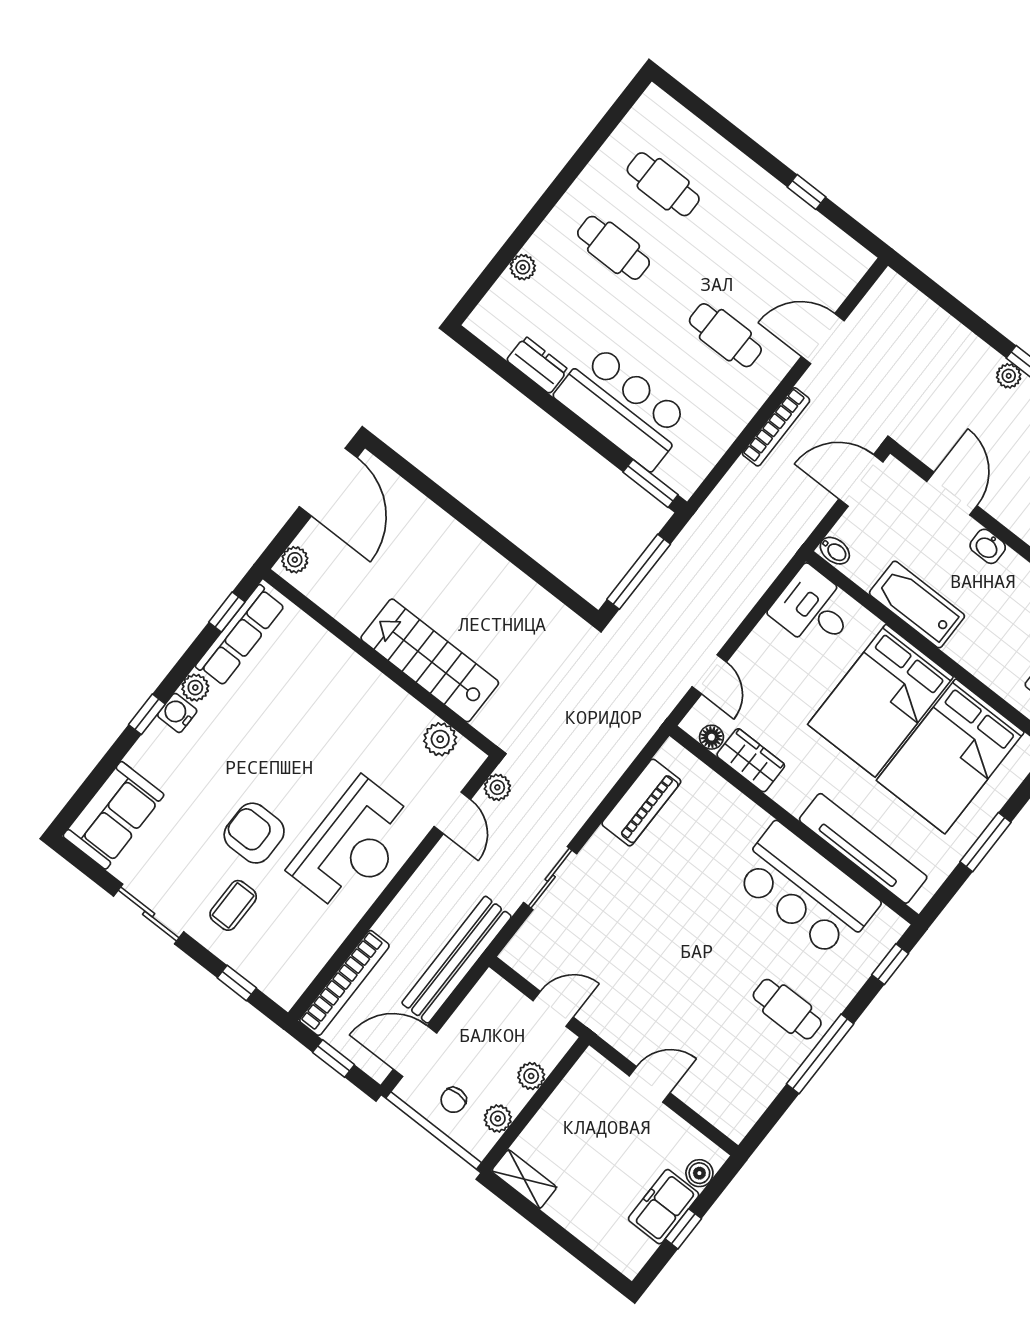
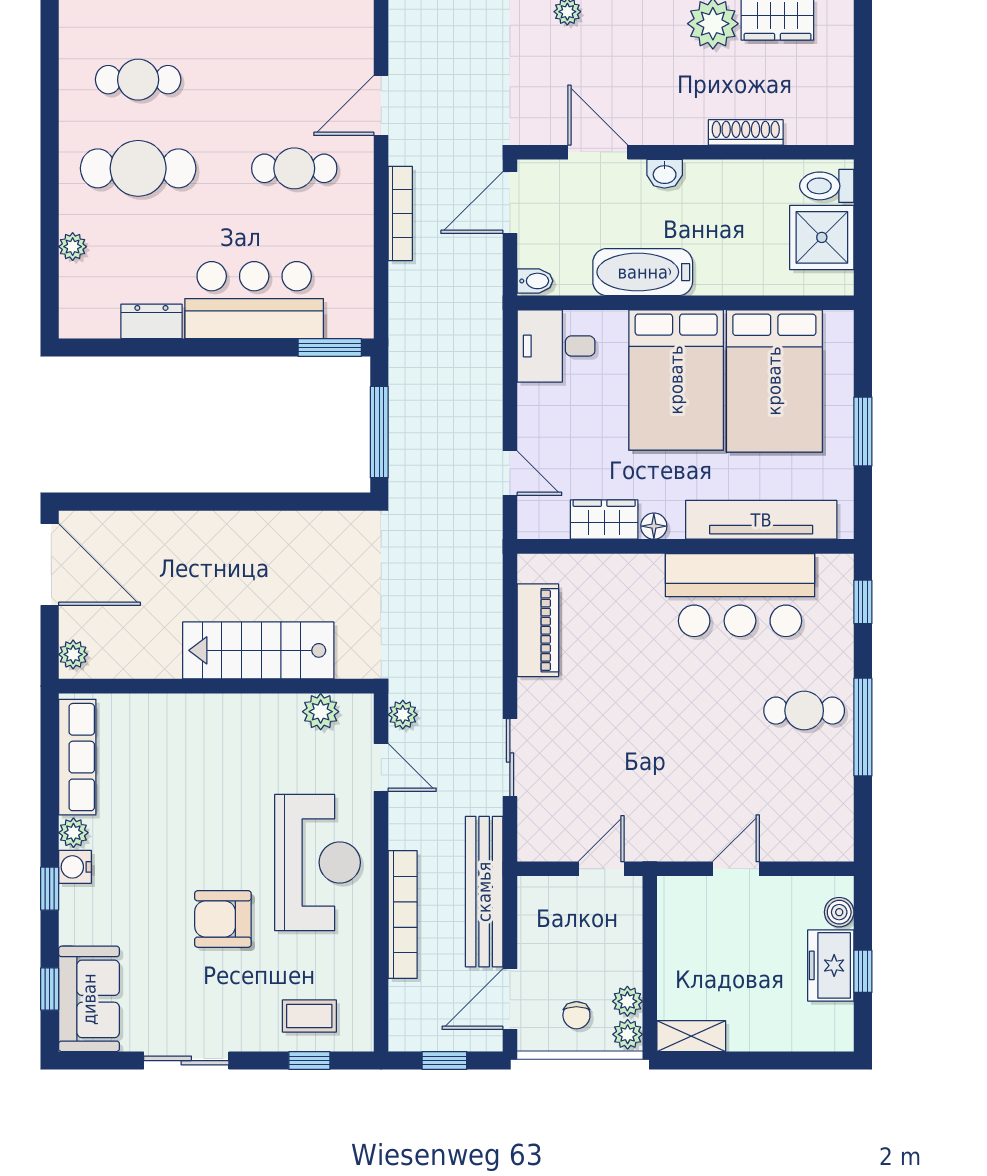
cafe table: (614, 248) -> (138, 168), width x1.37, depth x1.35
window: (227, 612) -> (50, 989), moved
floor lamp: (711, 737) -> (654, 526), moved
coffee table: (233, 905) -> (309, 1016), moved, turned 90
bookcase: (344, 983) -> (403, 915), moved
plant: (531, 1076) -> (628, 1034), moved

